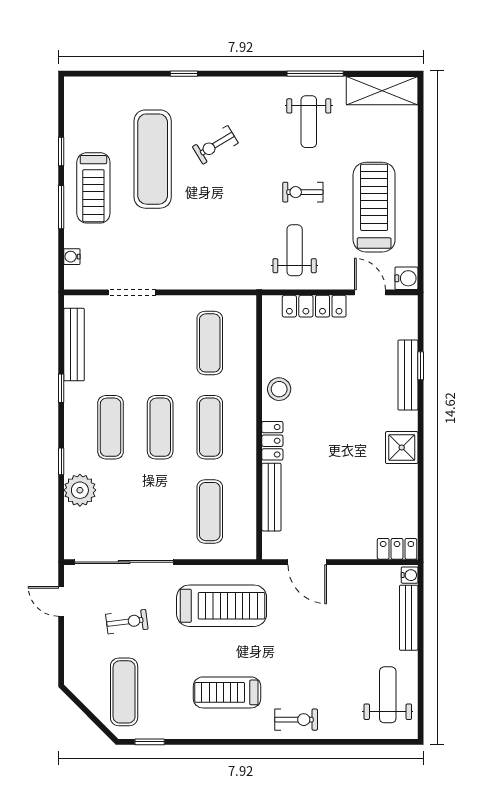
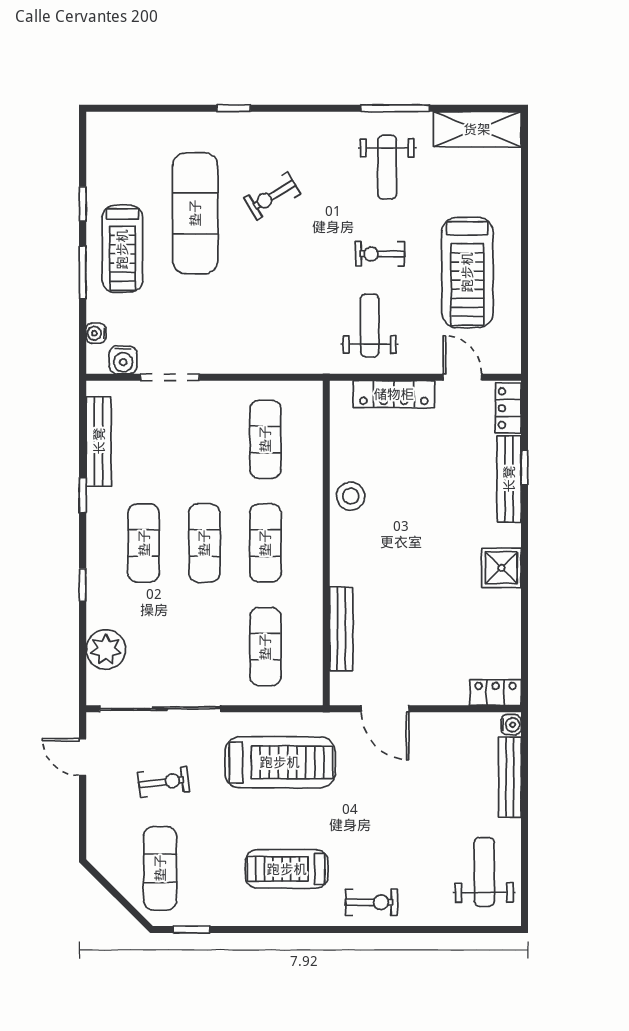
treadmill: (374, 207) -> (467, 272), turned 180
water cooler: (406, 278) -> (123, 360), moved, turned 90
locker: (272, 441) -> (508, 408), moved, turned 180
plant: (80, 490) -> (106, 650), moved

